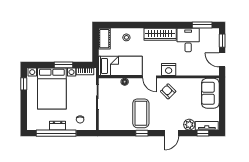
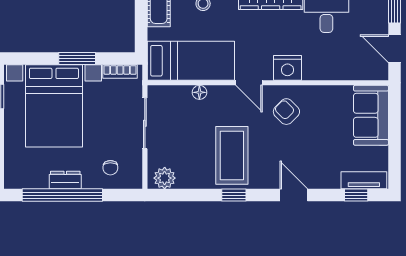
plant: (189, 125) -> (165, 178), moved
door: (172, 133) -> (294, 195), swing flipped

